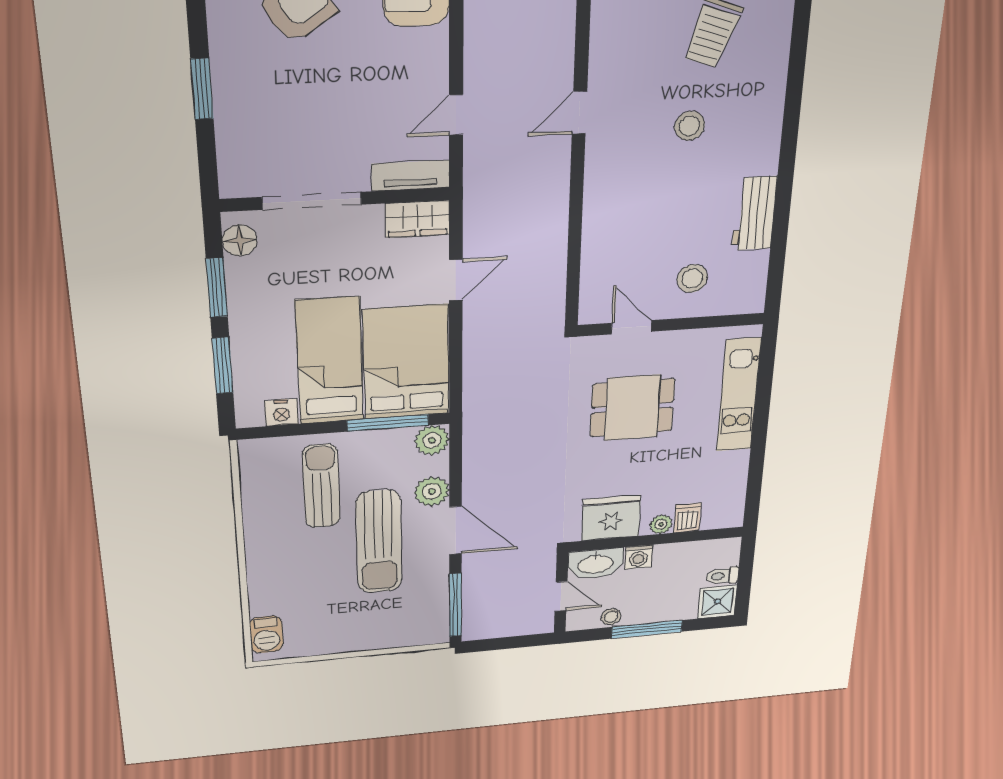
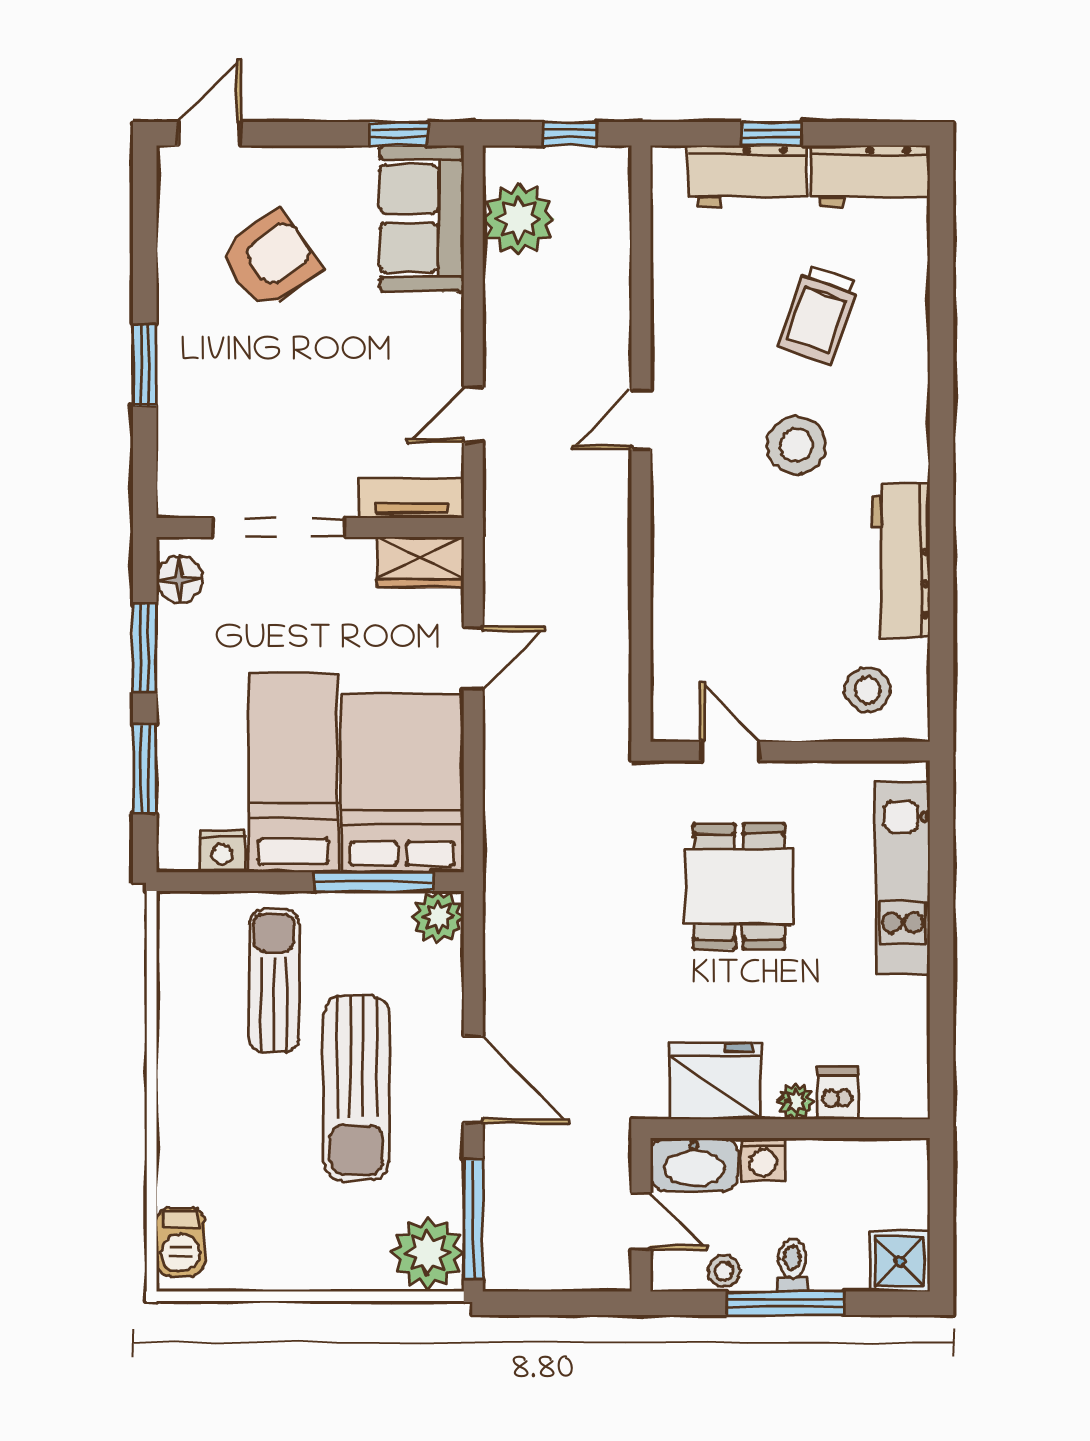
stool: (690, 126) -> (796, 445), width x1.38, depth x1.38
workbench: (754, 213) -> (901, 560), width x1.38
stool: (692, 279) -> (868, 690), moved
dining table: (632, 408) -> (739, 887), turned 90
plant: (432, 491) -> (428, 1253), moved, width x1.36, depth x1.36
toilet: (722, 576) -> (792, 1265), moved, turned 90

